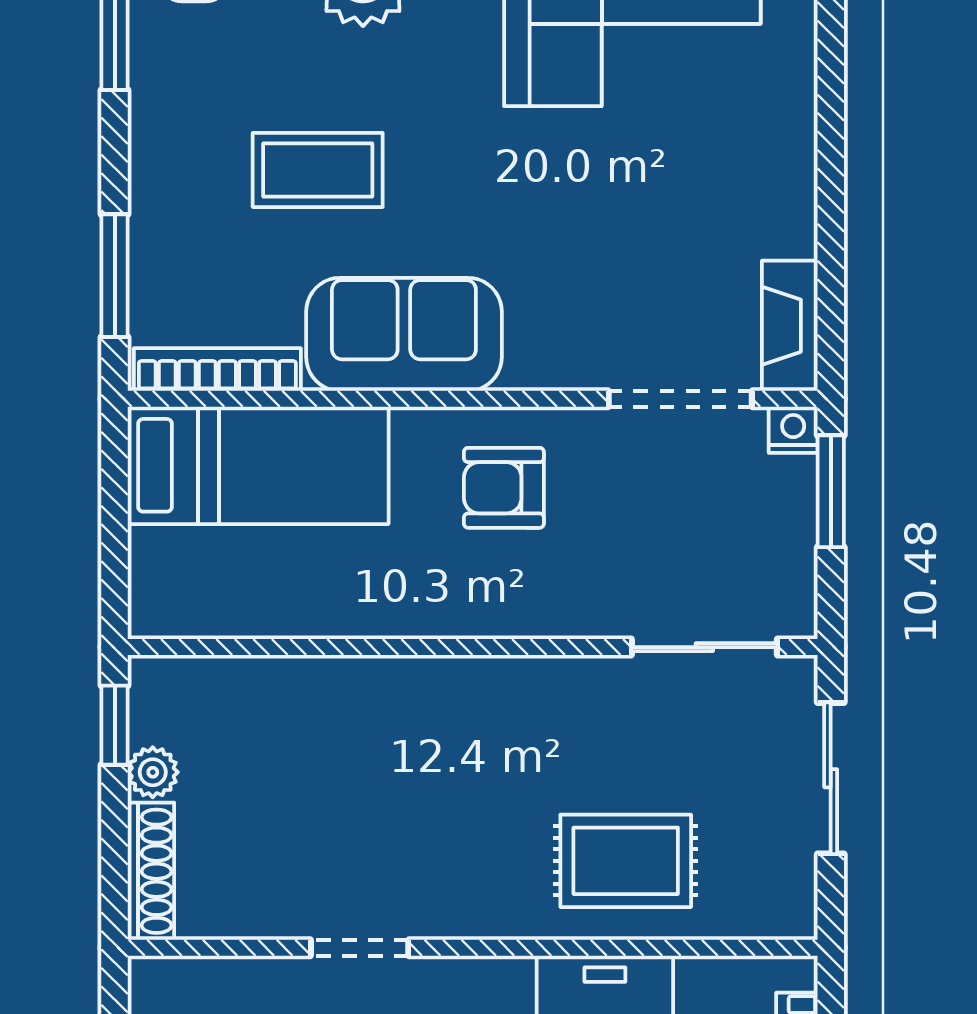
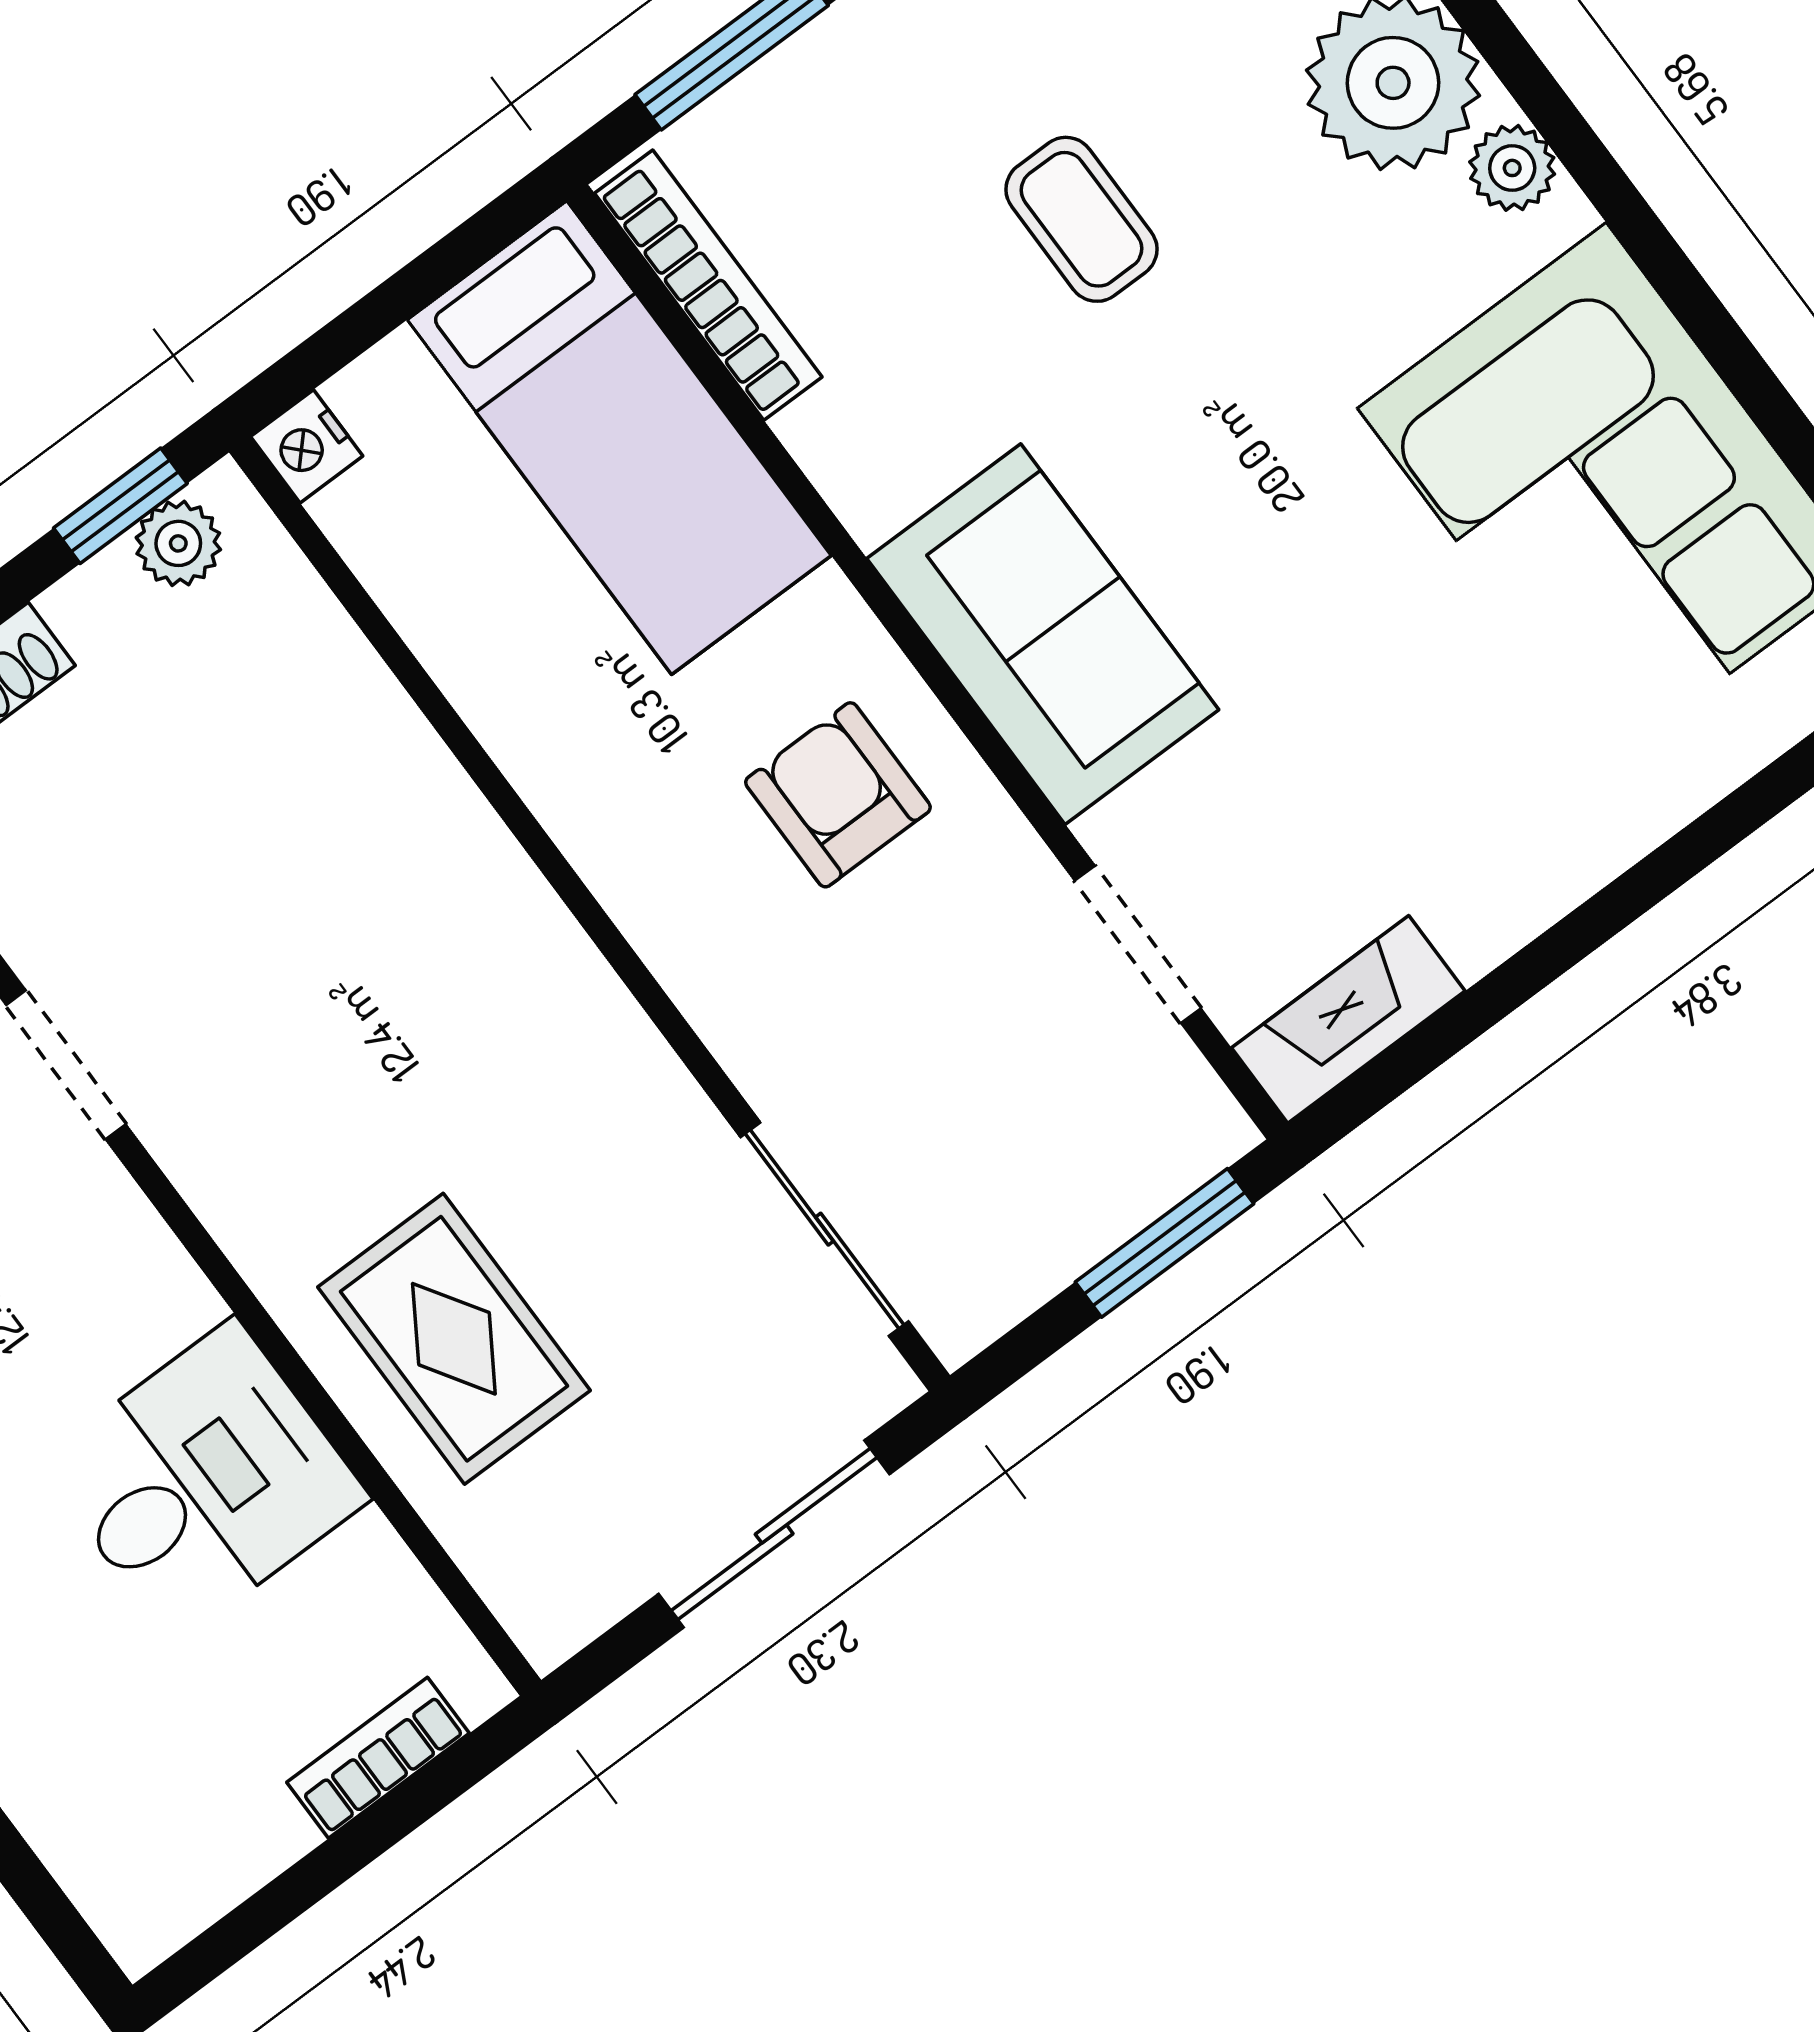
coffee table: (318, 170) -> (1081, 219), width x0.73, depth x0.77
sofa: (404, 334) -> (1043, 634), moved
doorway: (680, 399) -> (1138, 944), width x0.73
nightstand: (793, 430) -> (307, 446), moved, turned 180
plant: (153, 772) -> (178, 543), moved

